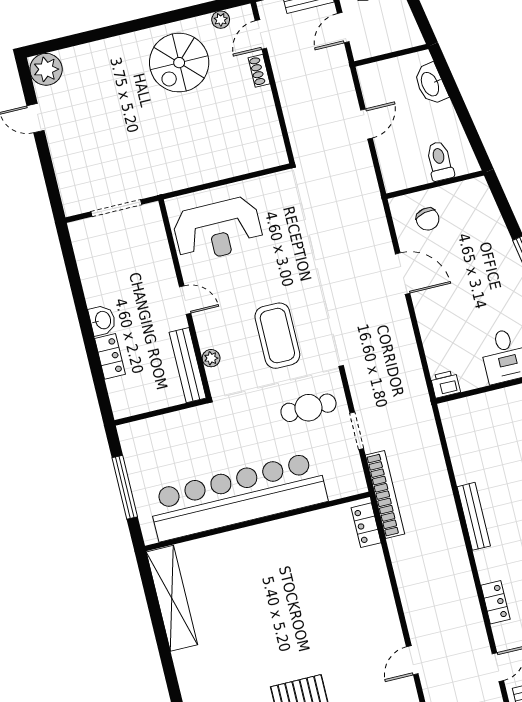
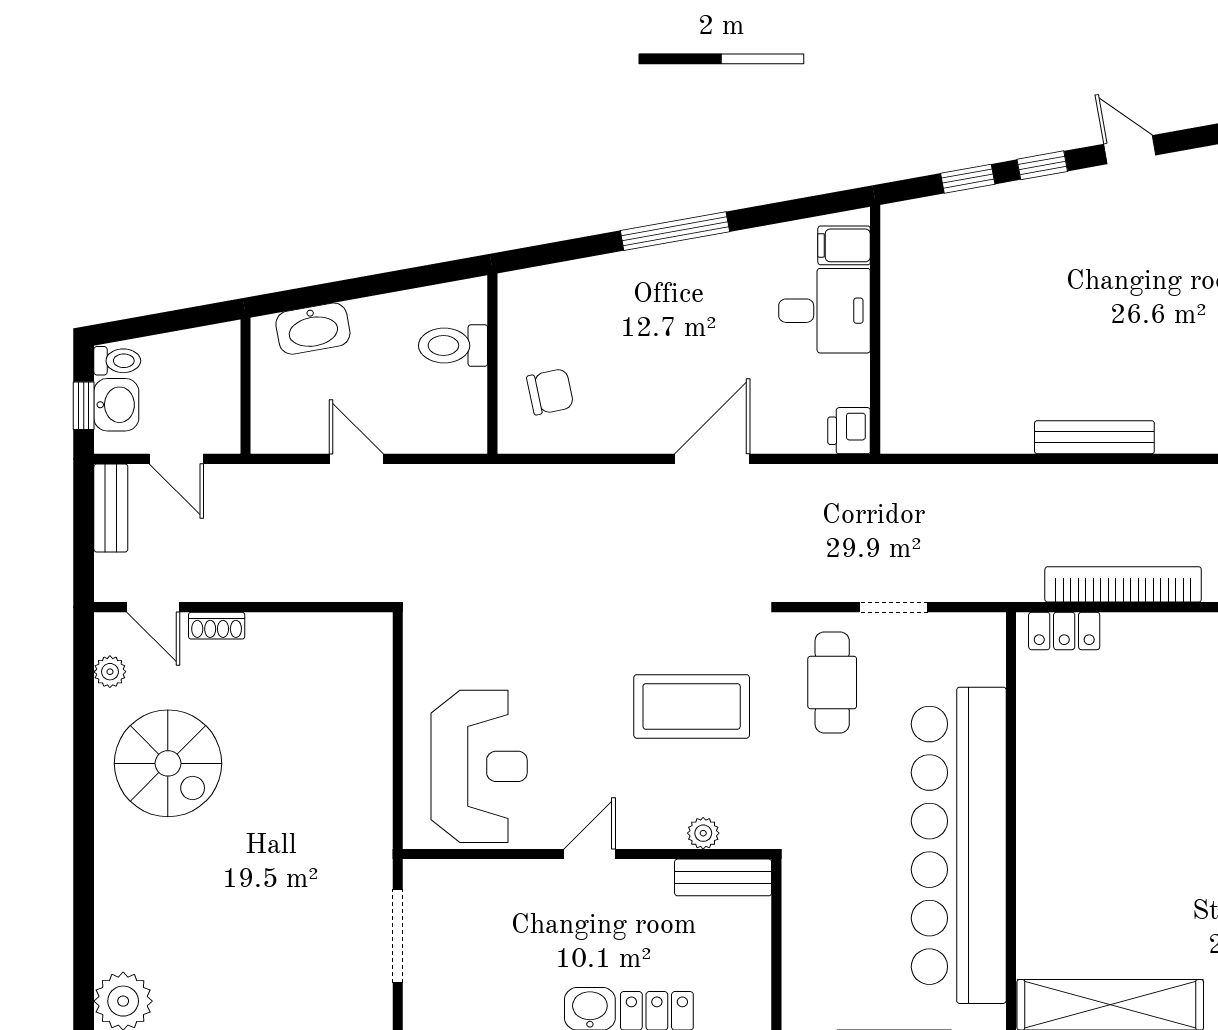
door: (403, 274) -> (712, 459), moved
bench: (188, 365) -> (723, 877), width x0.73
bookcase: (385, 495) -> (1123, 584), moved

